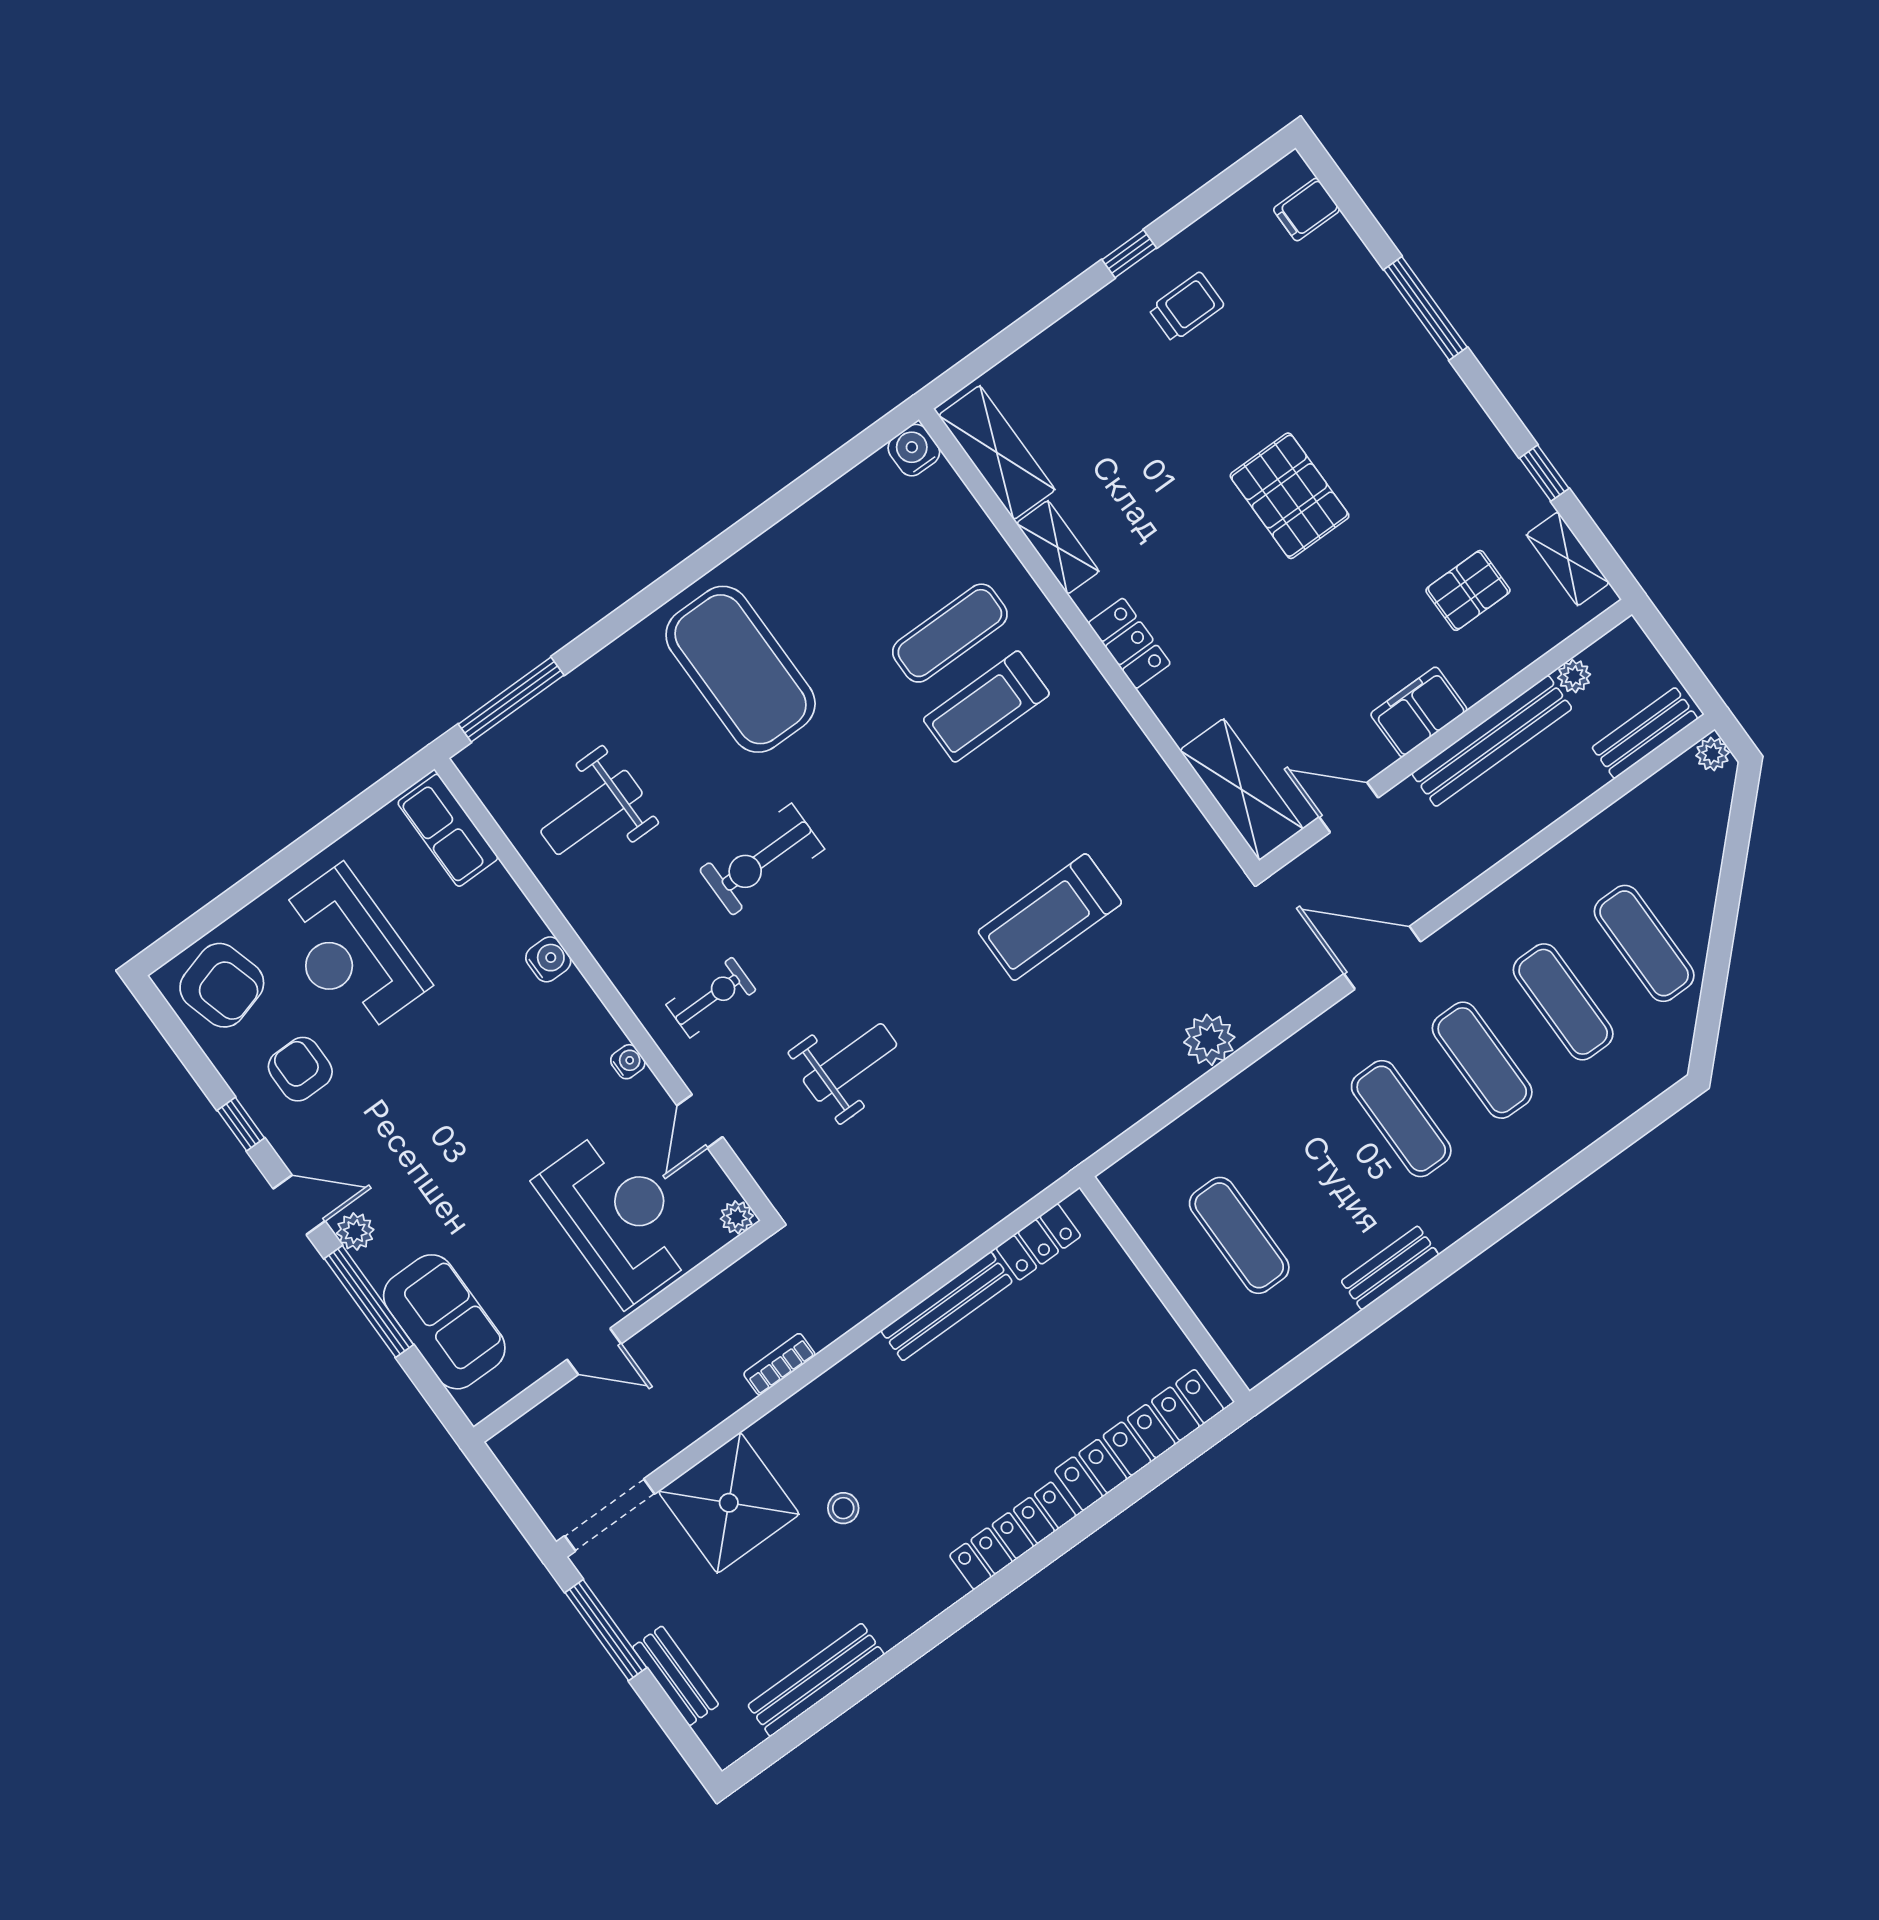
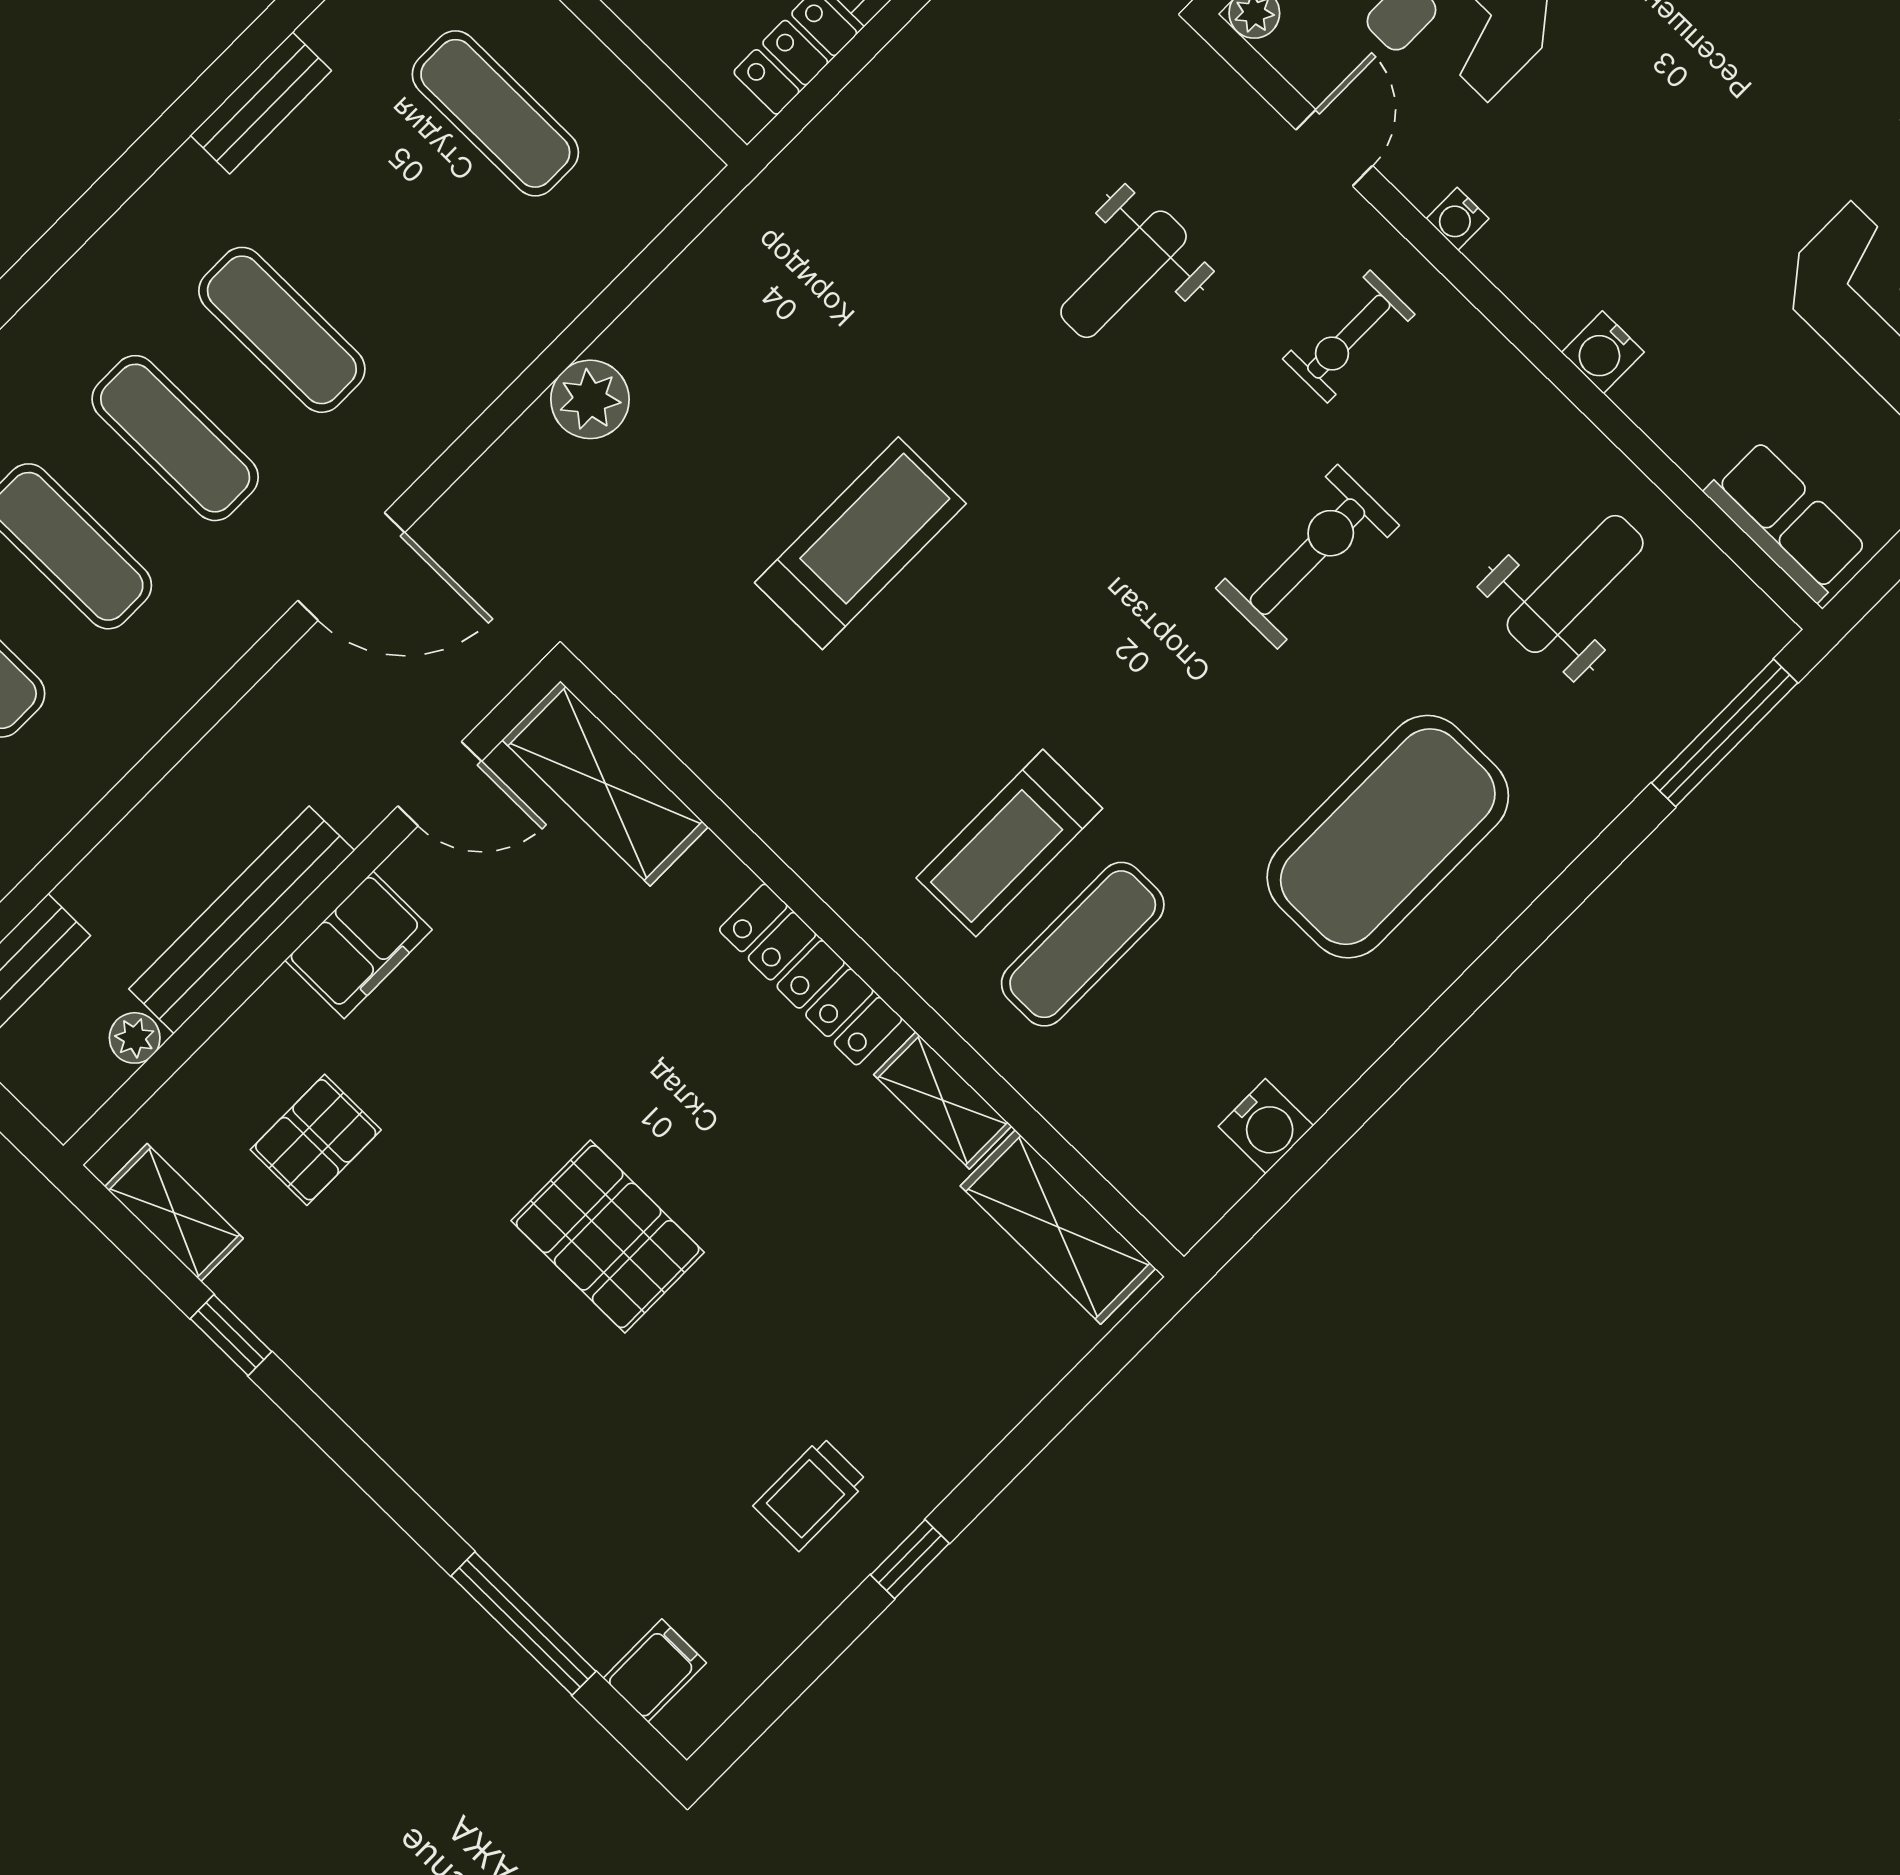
window: (1425, 308) -> (523, 1624), moved
water cooler: (914, 450) -> (1266, 1126), moved
locker: (1129, 643) -> (811, 974), width x1.53
exercise mat: (741, 669) -> (1388, 837), turned 90
treadmill: (986, 707) -> (1009, 843), turned 180

